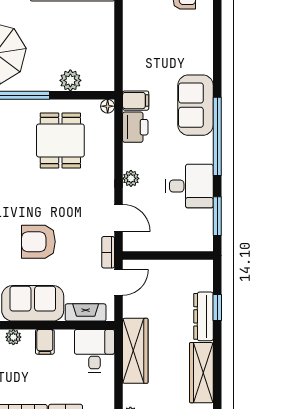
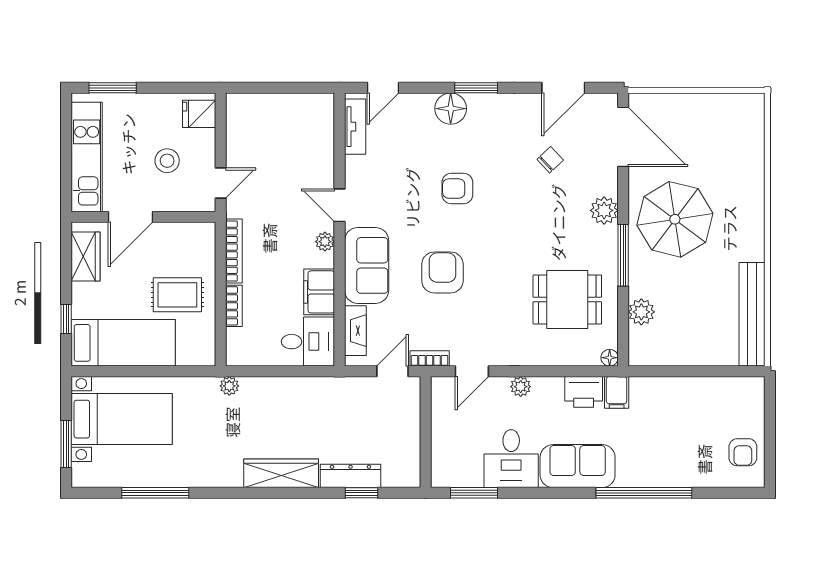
sofa: (196, 105) -> (578, 466), moved
window: (217, 136) -> (644, 493), moved
door: (119, 282) -> (393, 371), swing flipped
filing cabinet: (45, 342) -> (319, 292), width x2.00
wardrobe: (135, 351) -> (308, 392), removed

